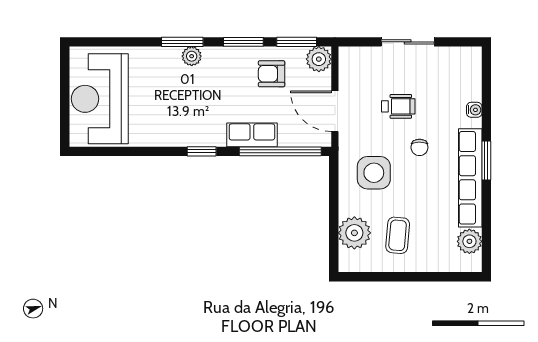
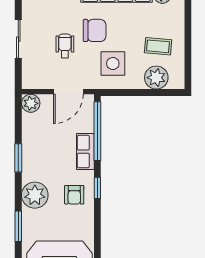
window: (182, 42) -> (18, 226), moved
window: (297, 42) -> (18, 119), removed
plant: (192, 56) -> (35, 195), width x1.88, depth x1.88
armchair: (272, 74) -> (74, 195), moved
chair: (419, 147) -> (95, 30), width x1.87, depth x1.87

